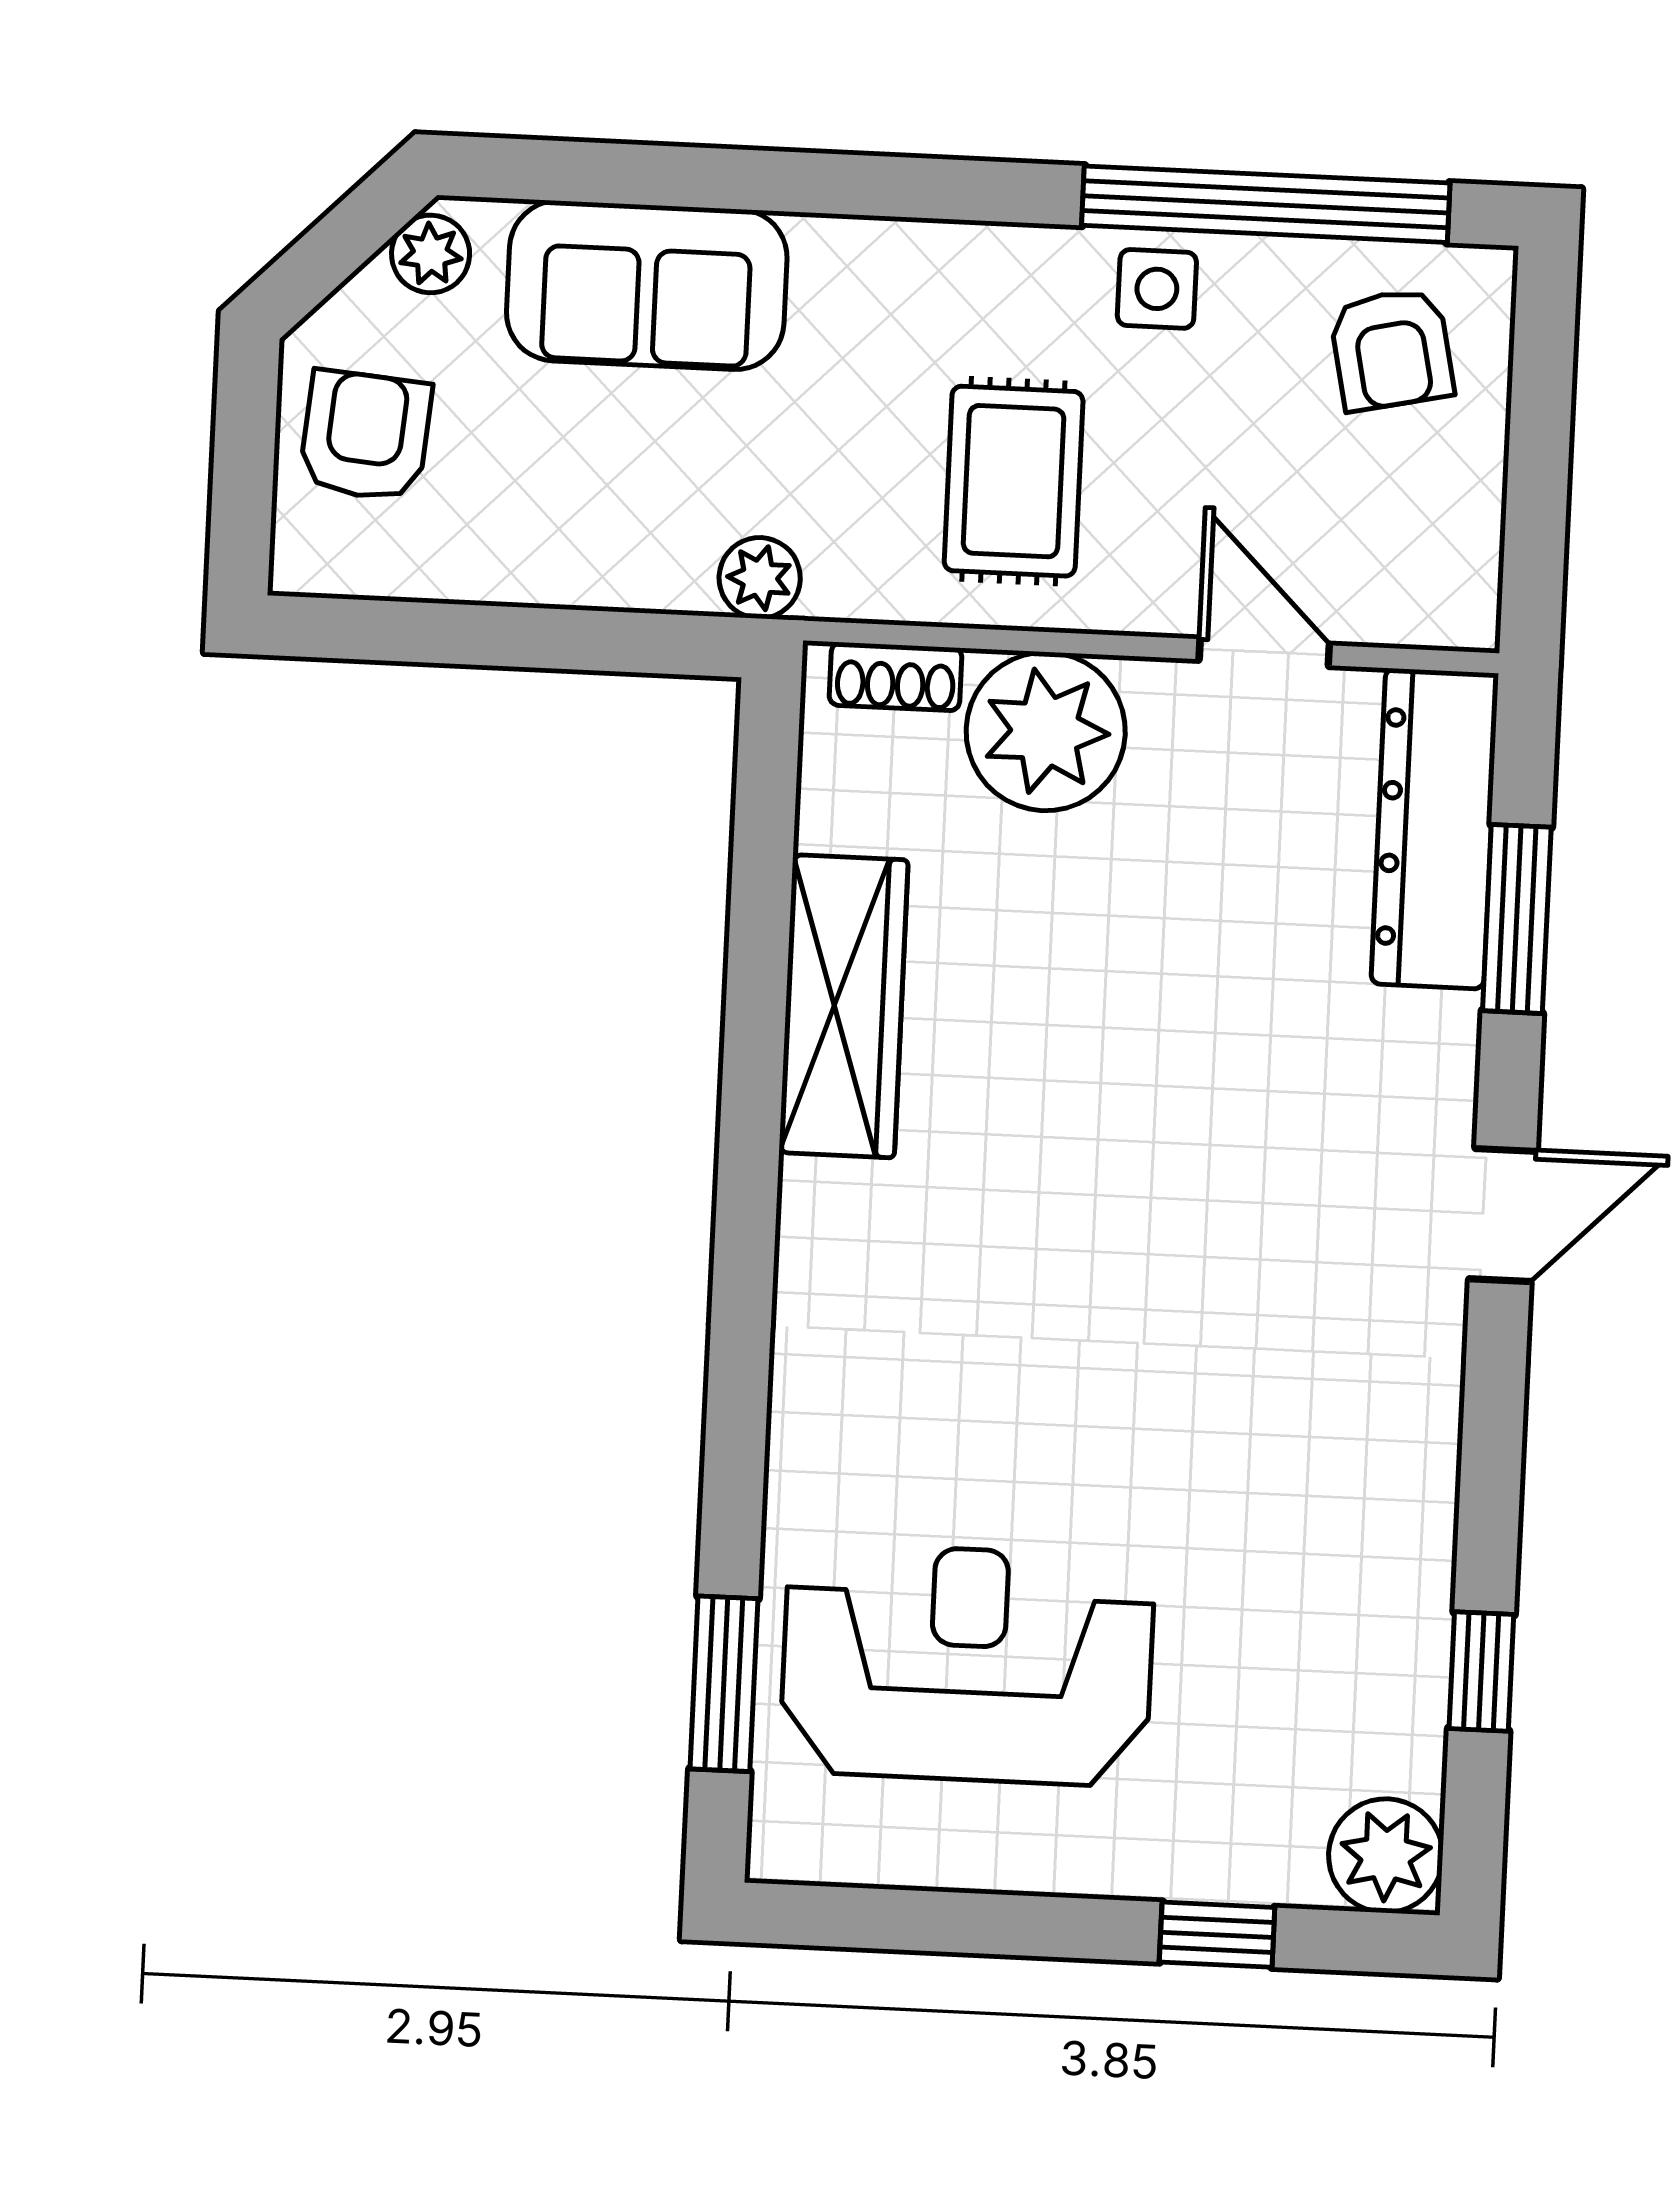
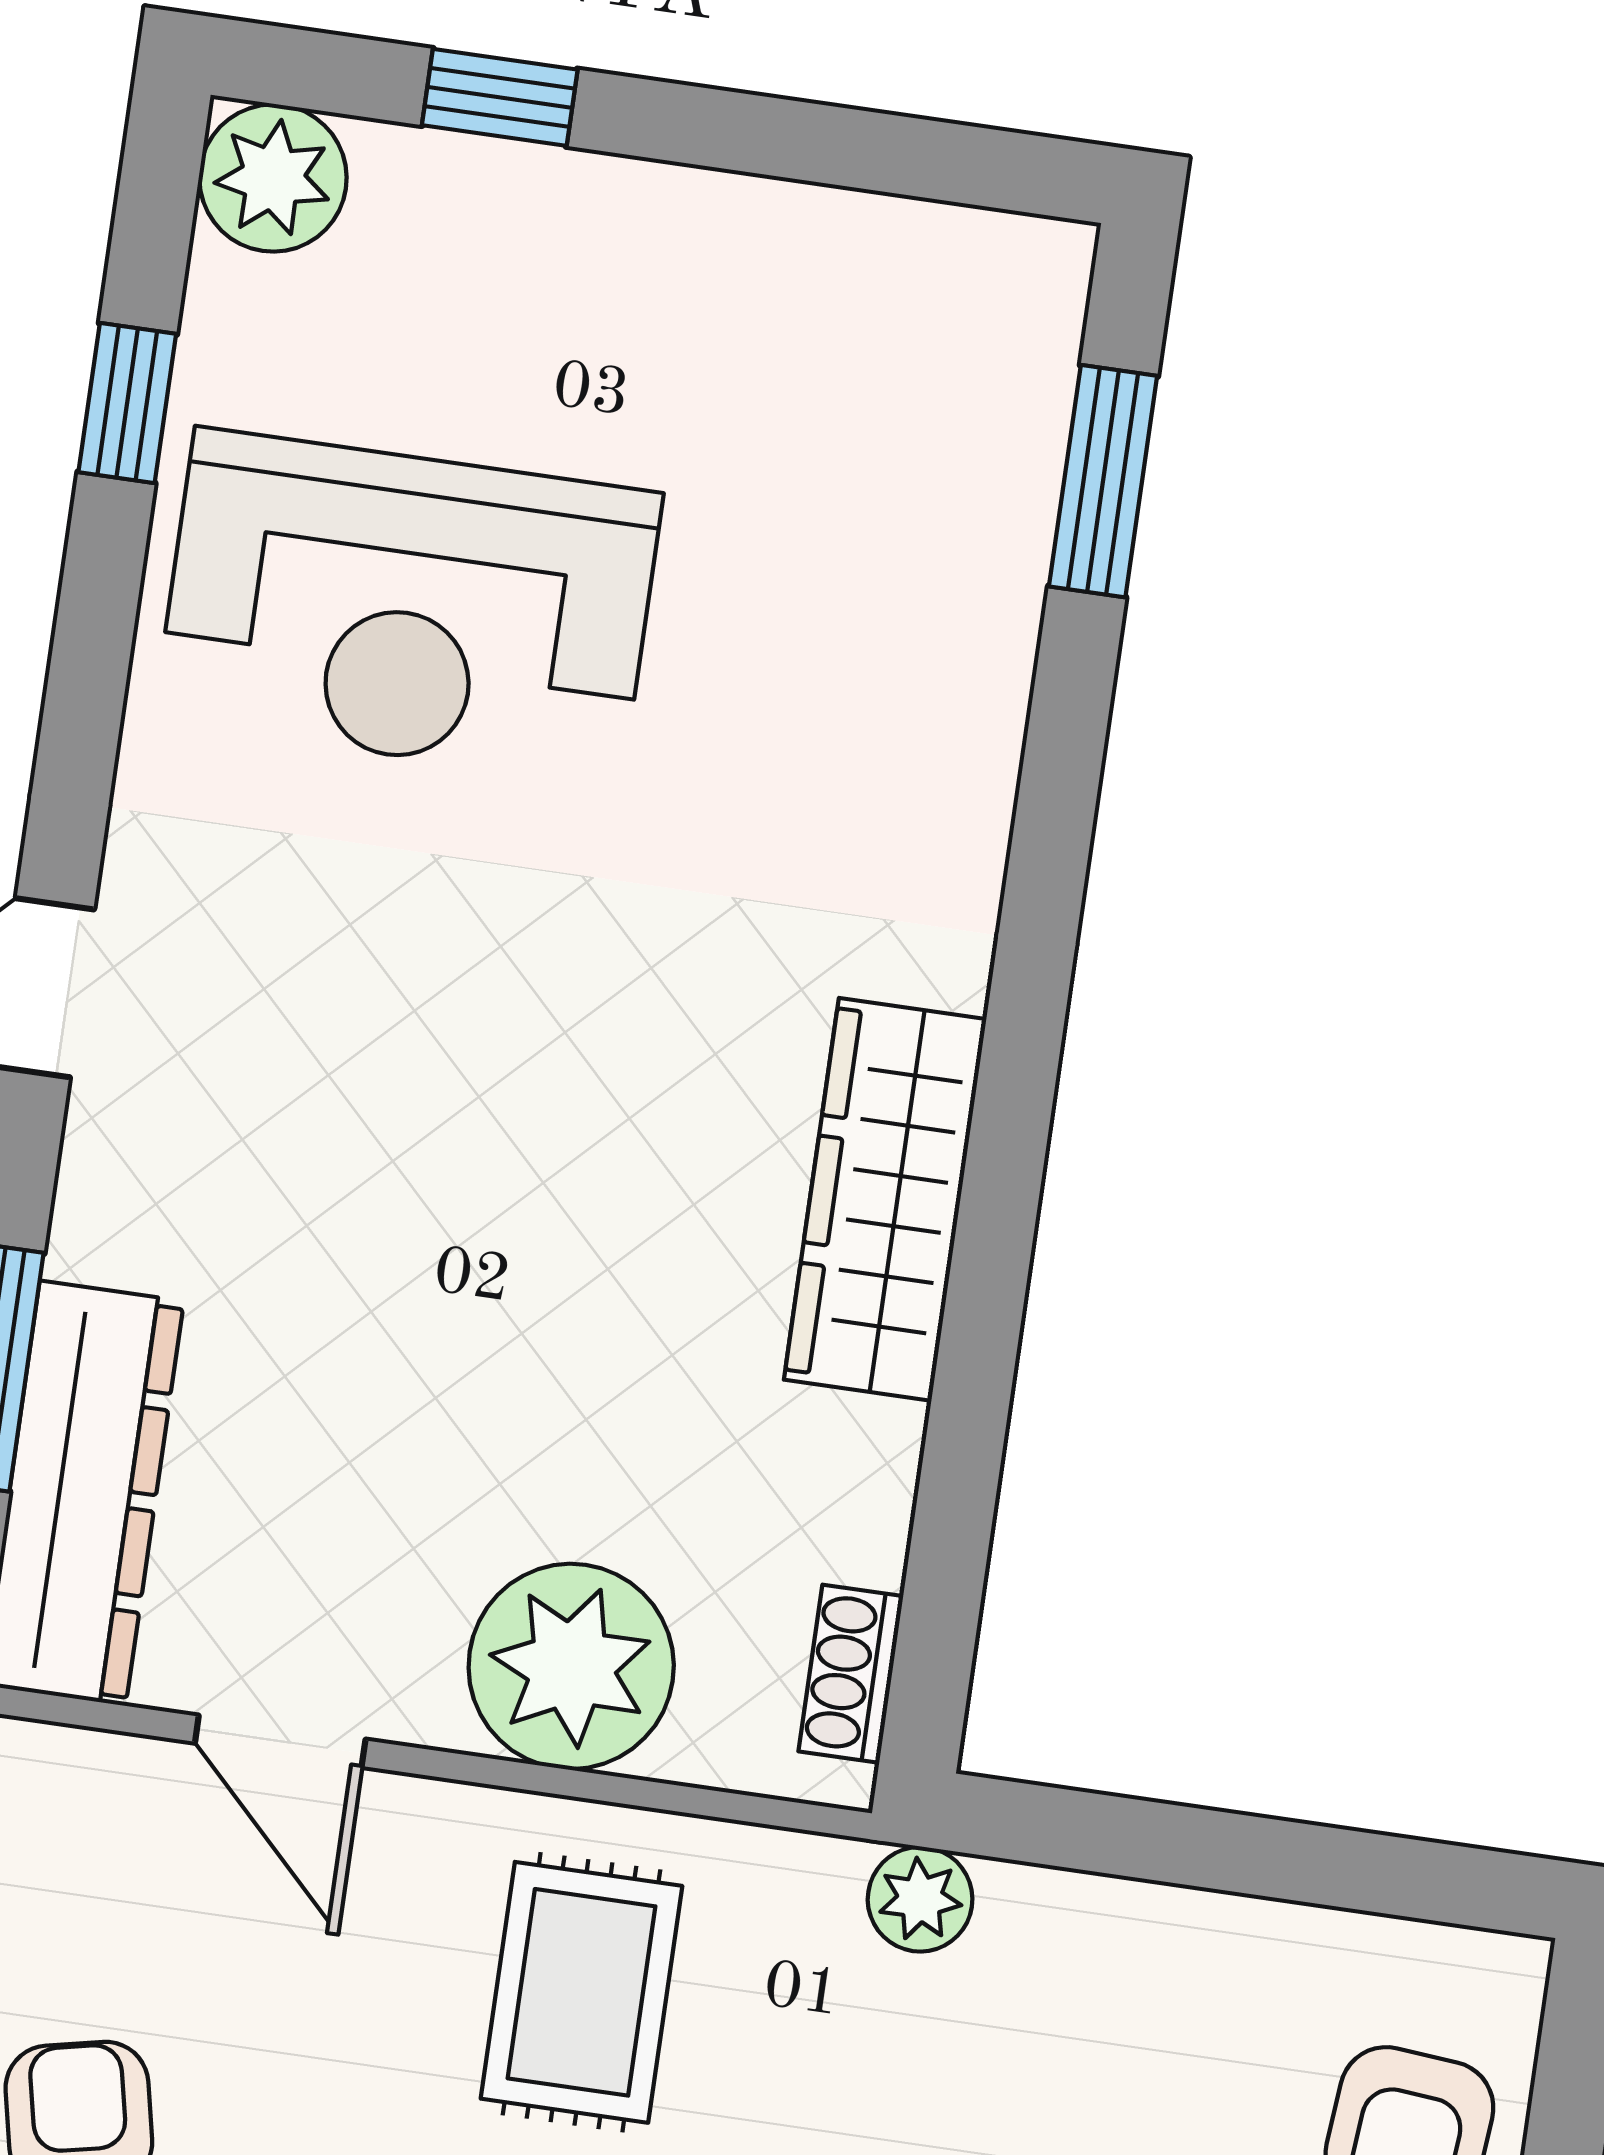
shoe rack: (896, 677) -> (851, 1674), moved, turned -90
wardrobe: (844, 1006) -> (885, 1199), moved
reception desk: (967, 1664) -> (408, 607), moved

